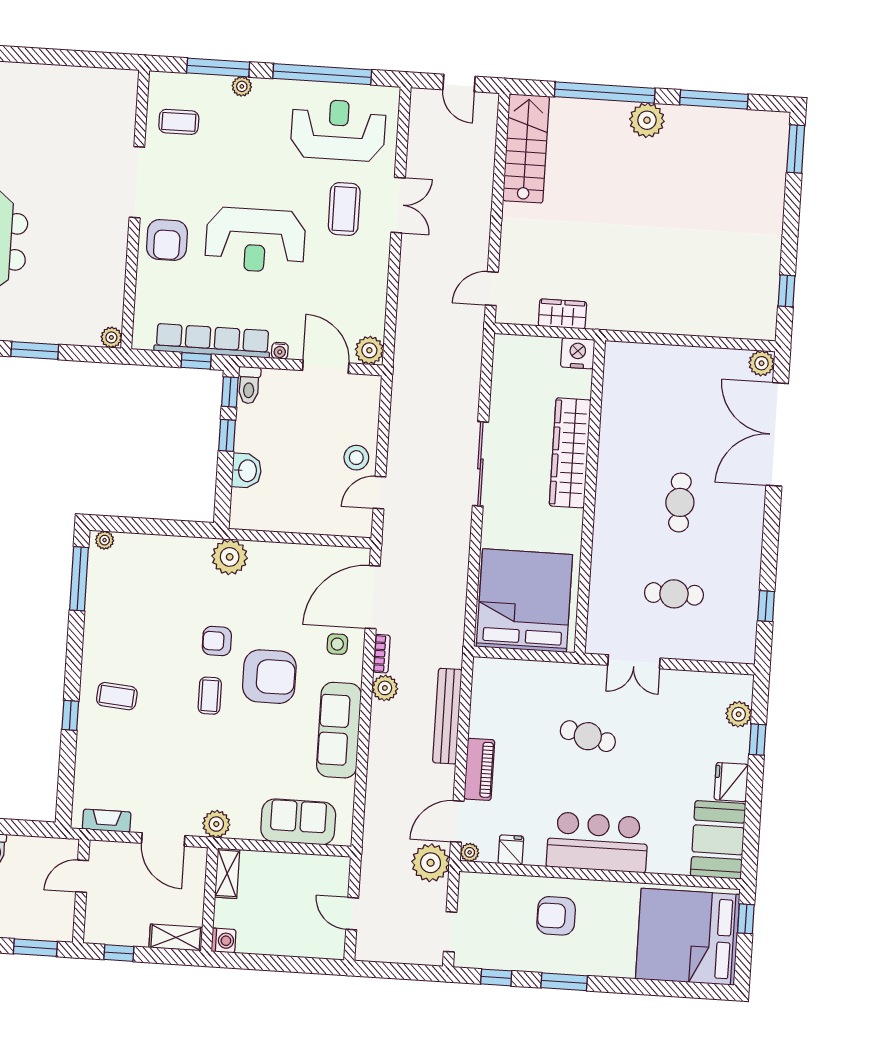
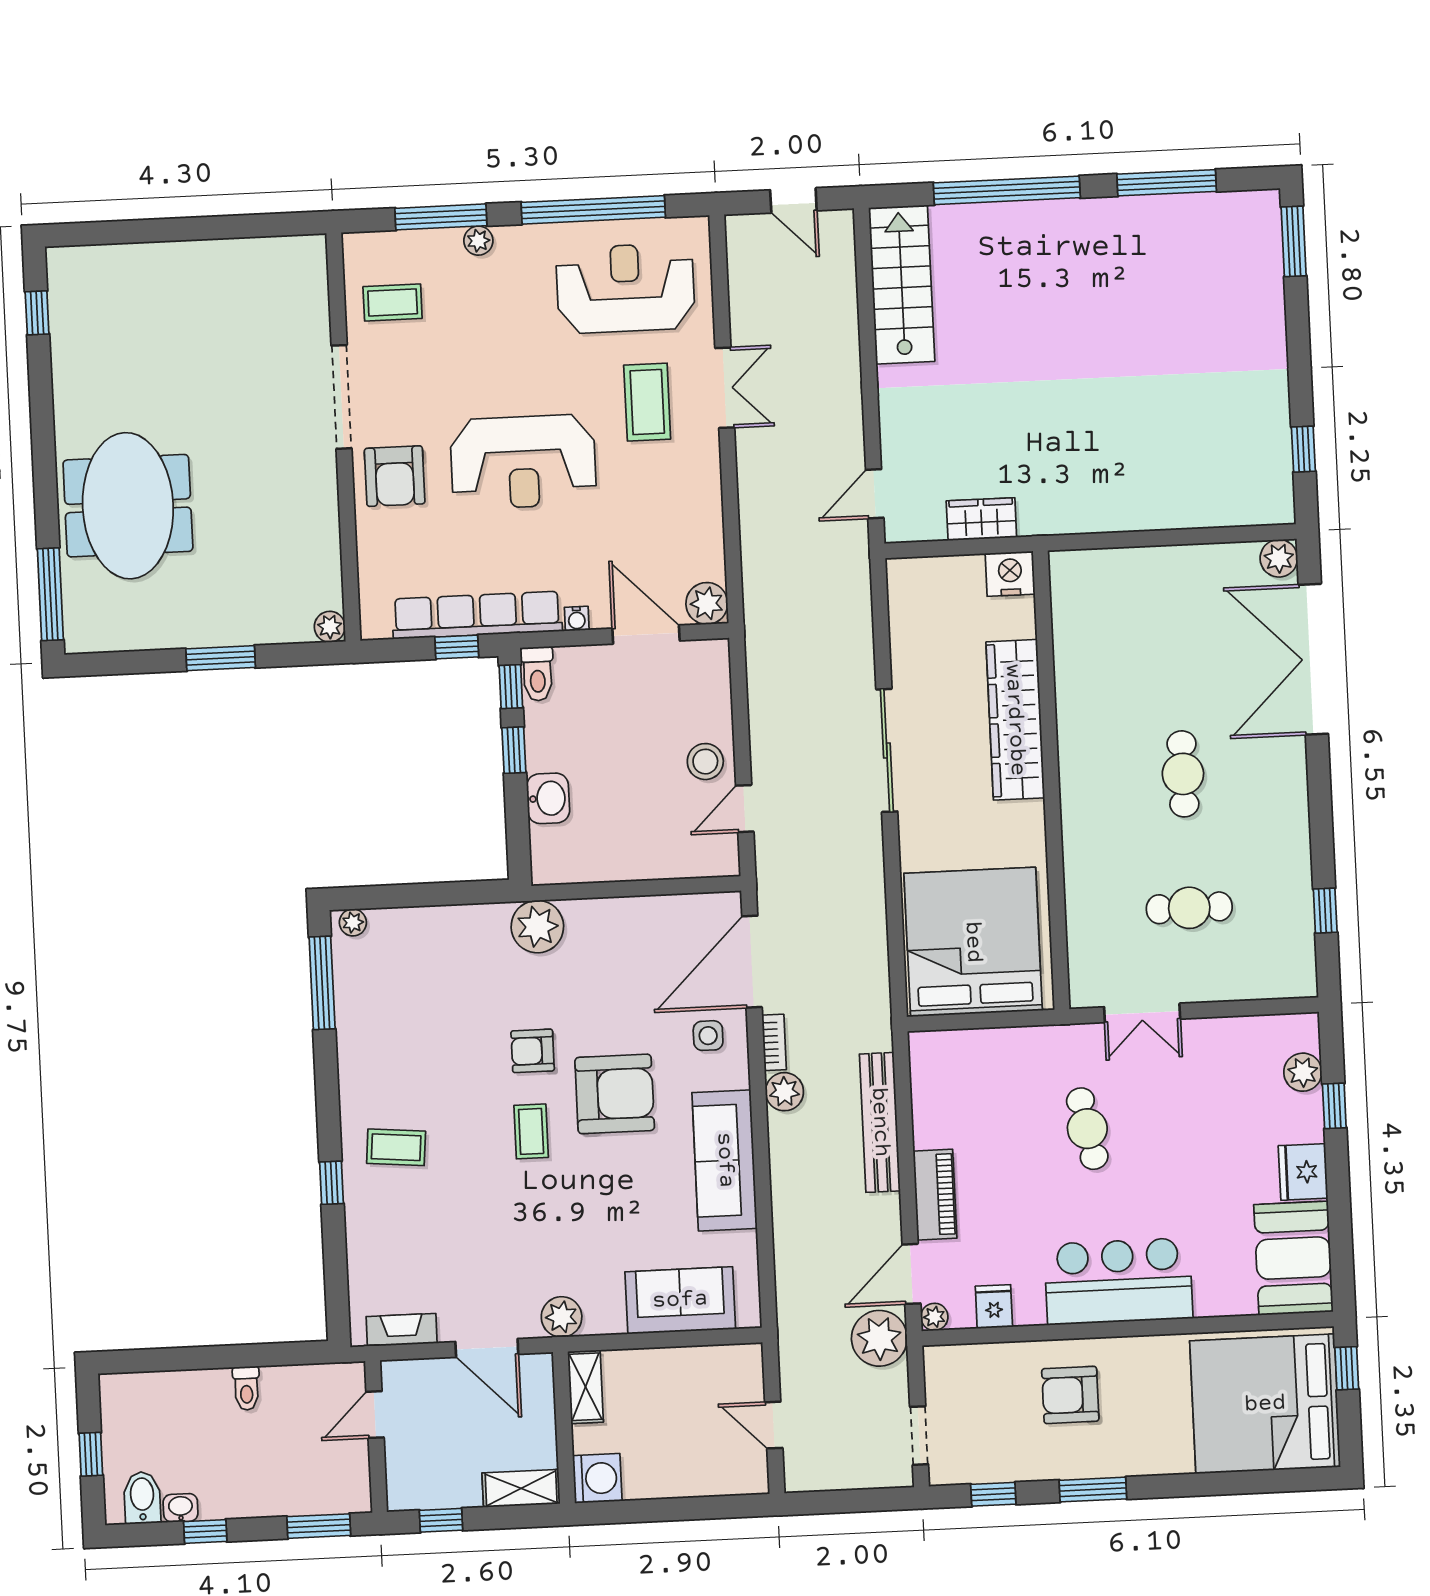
plant: (647, 120) -> (1073, 224), removed
cafe table: (588, 736) -> (1087, 1129), turned 65
washing machine: (224, 941) -> (597, 1478), width x1.38, depth x1.38

